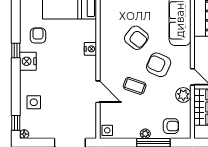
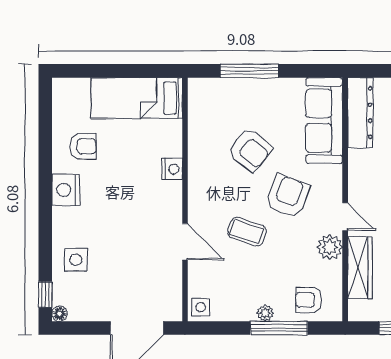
armchair: (38, 36) -> (83, 146), turned 90
window: (16, 51) -> (45, 172), removed
armchair: (159, 65) -> (288, 196), turned 86
armchair: (171, 126) -> (309, 300), turned 180

